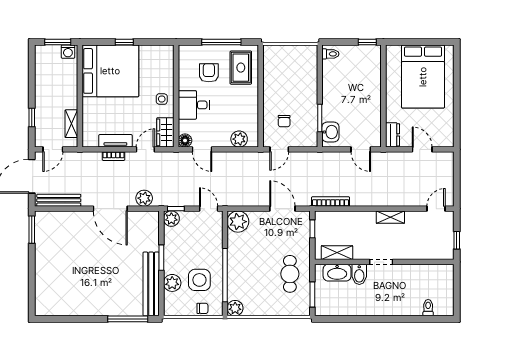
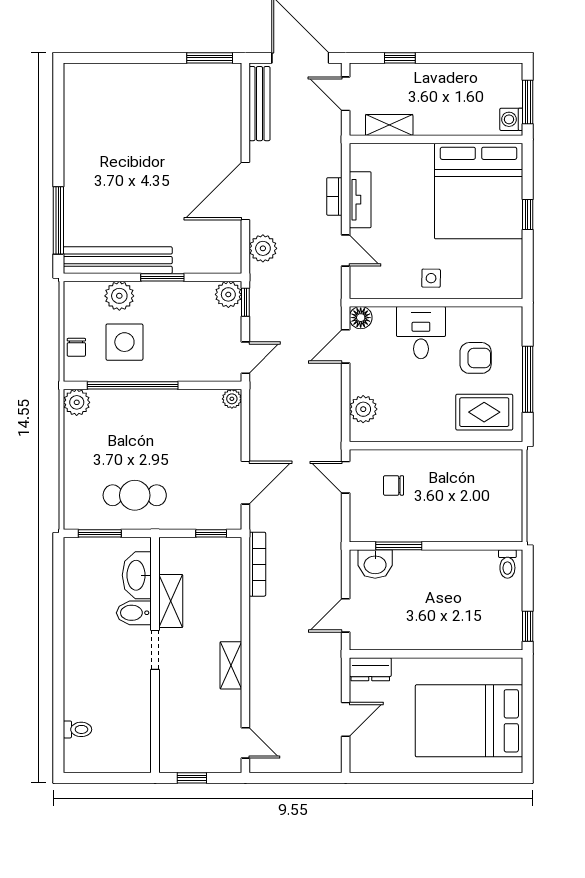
wardrobe: (165, 132) -> (374, 284), removed
plant: (238, 222) -> (232, 399), width x0.53, depth x0.53
shelving: (337, 253) -> (171, 601), moved

